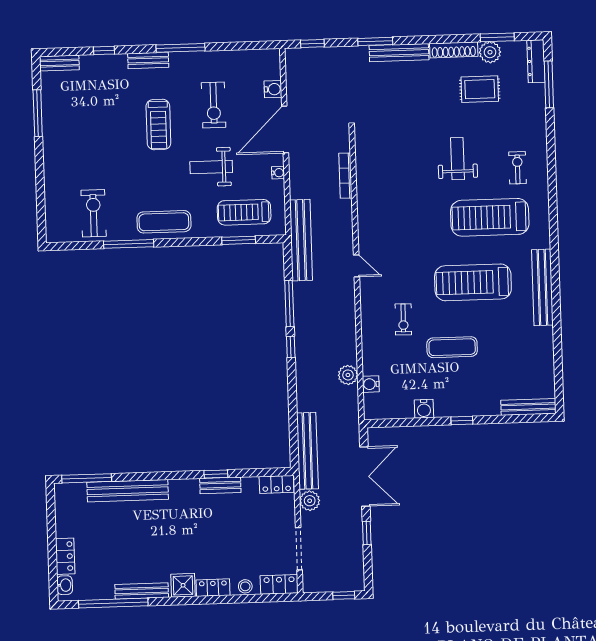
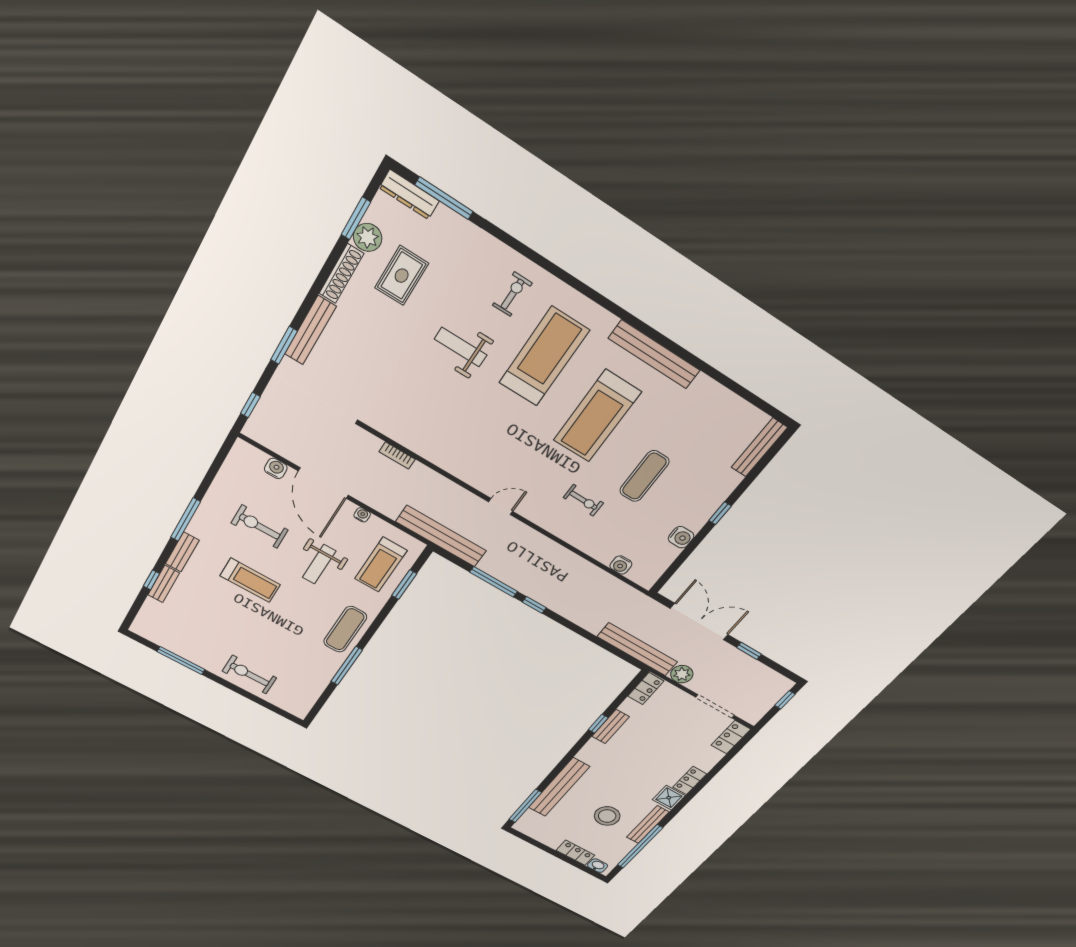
bench: (59, 63) -> (164, 584), moved
exercise bike: (214, 105) -> (260, 527), turned 180
exercise bike: (517, 168) -> (512, 294), turned 90
bookcase: (345, 176) -> (397, 456), width x0.64
exercise bike: (94, 213) -> (249, 675), moved
treadmill: (490, 217) -> (544, 357), turned 180
plant: (348, 375) -> (597, 577), removed
stool: (245, 586) -> (607, 816), moved, width x1.89, depth x1.89

